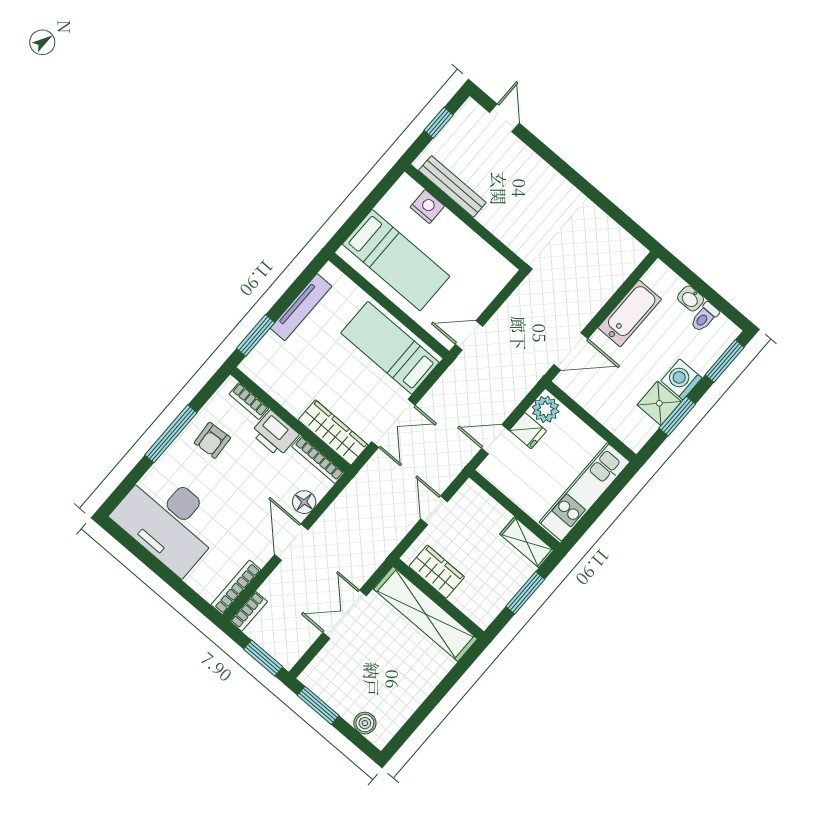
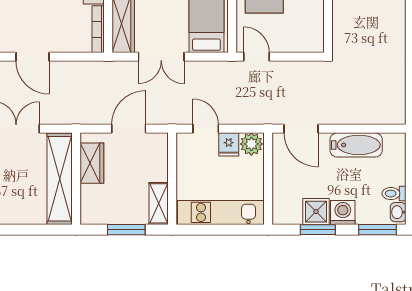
washbasin: (691, 299) -> (398, 212), moved
floor lamp: (304, 502) -> (64, 43), removed
door: (434, 510) -> (129, 129), width x1.38
door: (291, 542) -> (32, 57), swing flipped

